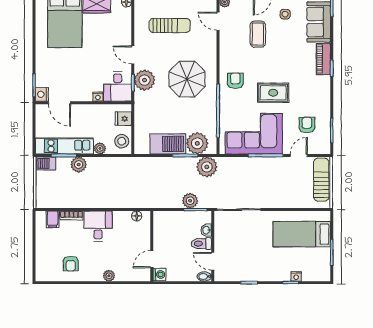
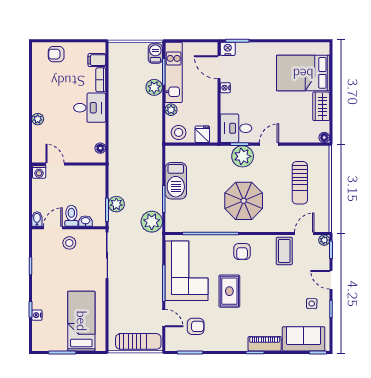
coffee table: (258, 34) -> (284, 251), moved, turned 90
armchair: (235, 81) -> (242, 251), turned 90
nightstand: (98, 97) -> (225, 88), moved
door: (60, 103) -> (219, 67), hinge flipped
plant: (197, 143) -> (176, 212), removed
stool: (227, 246) -> (69, 243), added
armchair: (71, 264) -> (56, 54), moved

